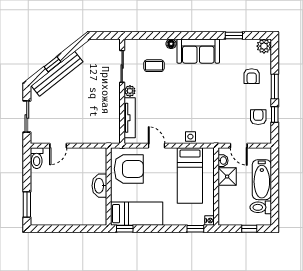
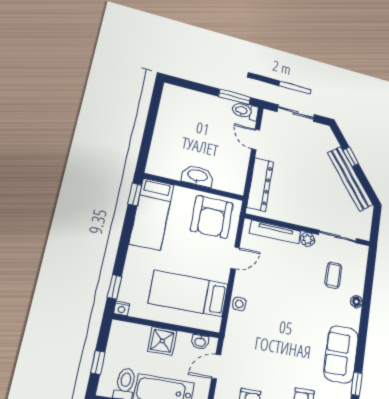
sofa: (198, 51) -> (341, 354), moved
bench: (57, 74) -> (350, 179), moved
dresser: (94, 136) -> (260, 184), added
shower: (227, 177) -> (162, 341), moved
window: (27, 204) -> (234, 97), moved

